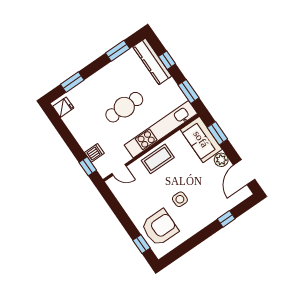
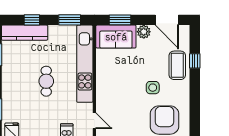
cafe table: (124, 107) -> (46, 81), width x0.73, depth x0.74
coffee table: (158, 159) -> (177, 65), moved
door: (119, 170) -> (94, 121), hinge flipped

